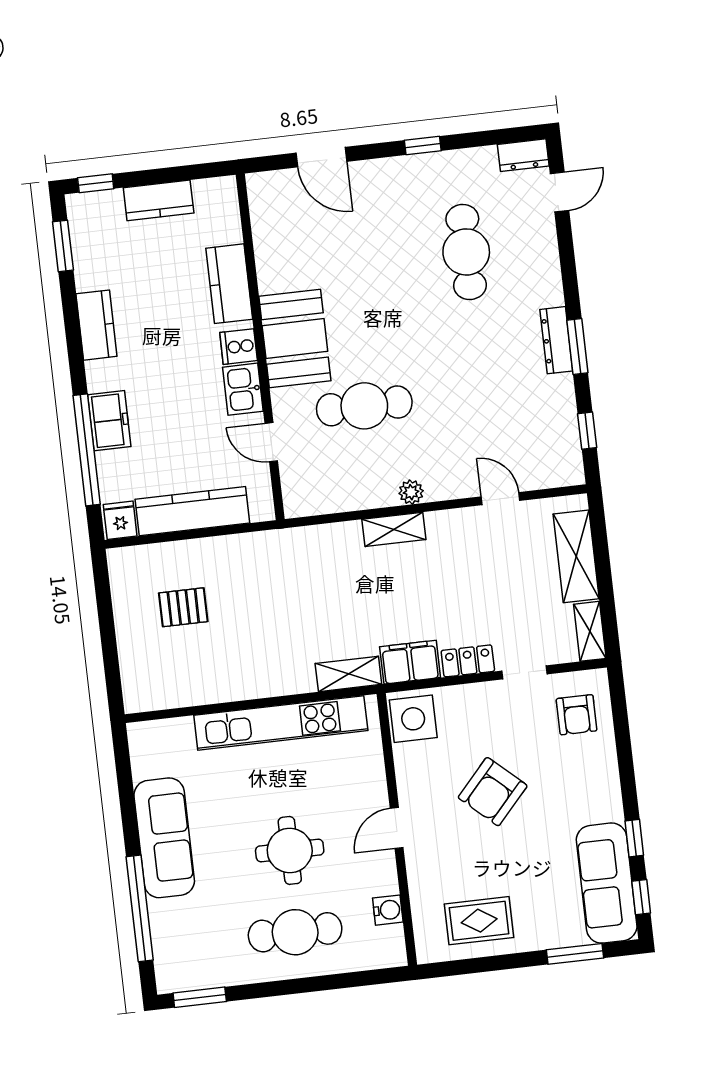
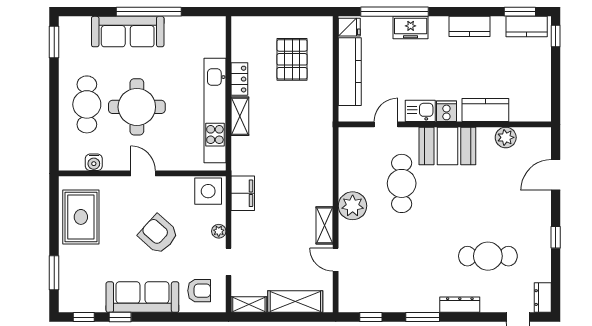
kitchen counter: (159, 200) -> (527, 26), moved, turned -90
plant: (270, 245) -> (506, 137), added
dresser: (556, 340) -> (460, 305), moved
plant: (411, 492) -> (353, 206), width x1.88, depth x1.88
door: (500, 499) -> (336, 260), swing flipped
shelving: (394, 529) -> (325, 225), moved
pallet: (183, 607) -> (292, 59), width x1.50, depth x1.42
locker: (468, 661) -> (239, 79), moved
shelving: (348, 674) -> (240, 116), moved
plant: (476, 694) -> (219, 231), added
armchair: (577, 715) -> (199, 291), turned 180
sofa: (164, 838) -> (128, 32), moved
round table: (290, 850) -> (137, 107), width x1.36, depth x1.36
sofa: (607, 883) -> (142, 297), moved
window: (140, 908) -> (149, 12), moved
rug: (479, 921) -> (81, 217), width x1.36, depth x1.43

